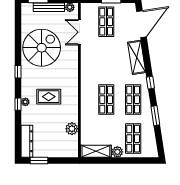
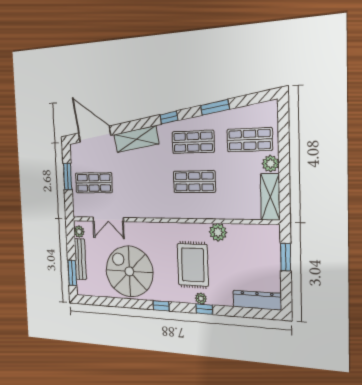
rug: (49, 97) -> (193, 265), width x1.36, depth x1.43
plant: (72, 129) -> (218, 232), moved
window: (39, 161) -> (286, 257), moved

